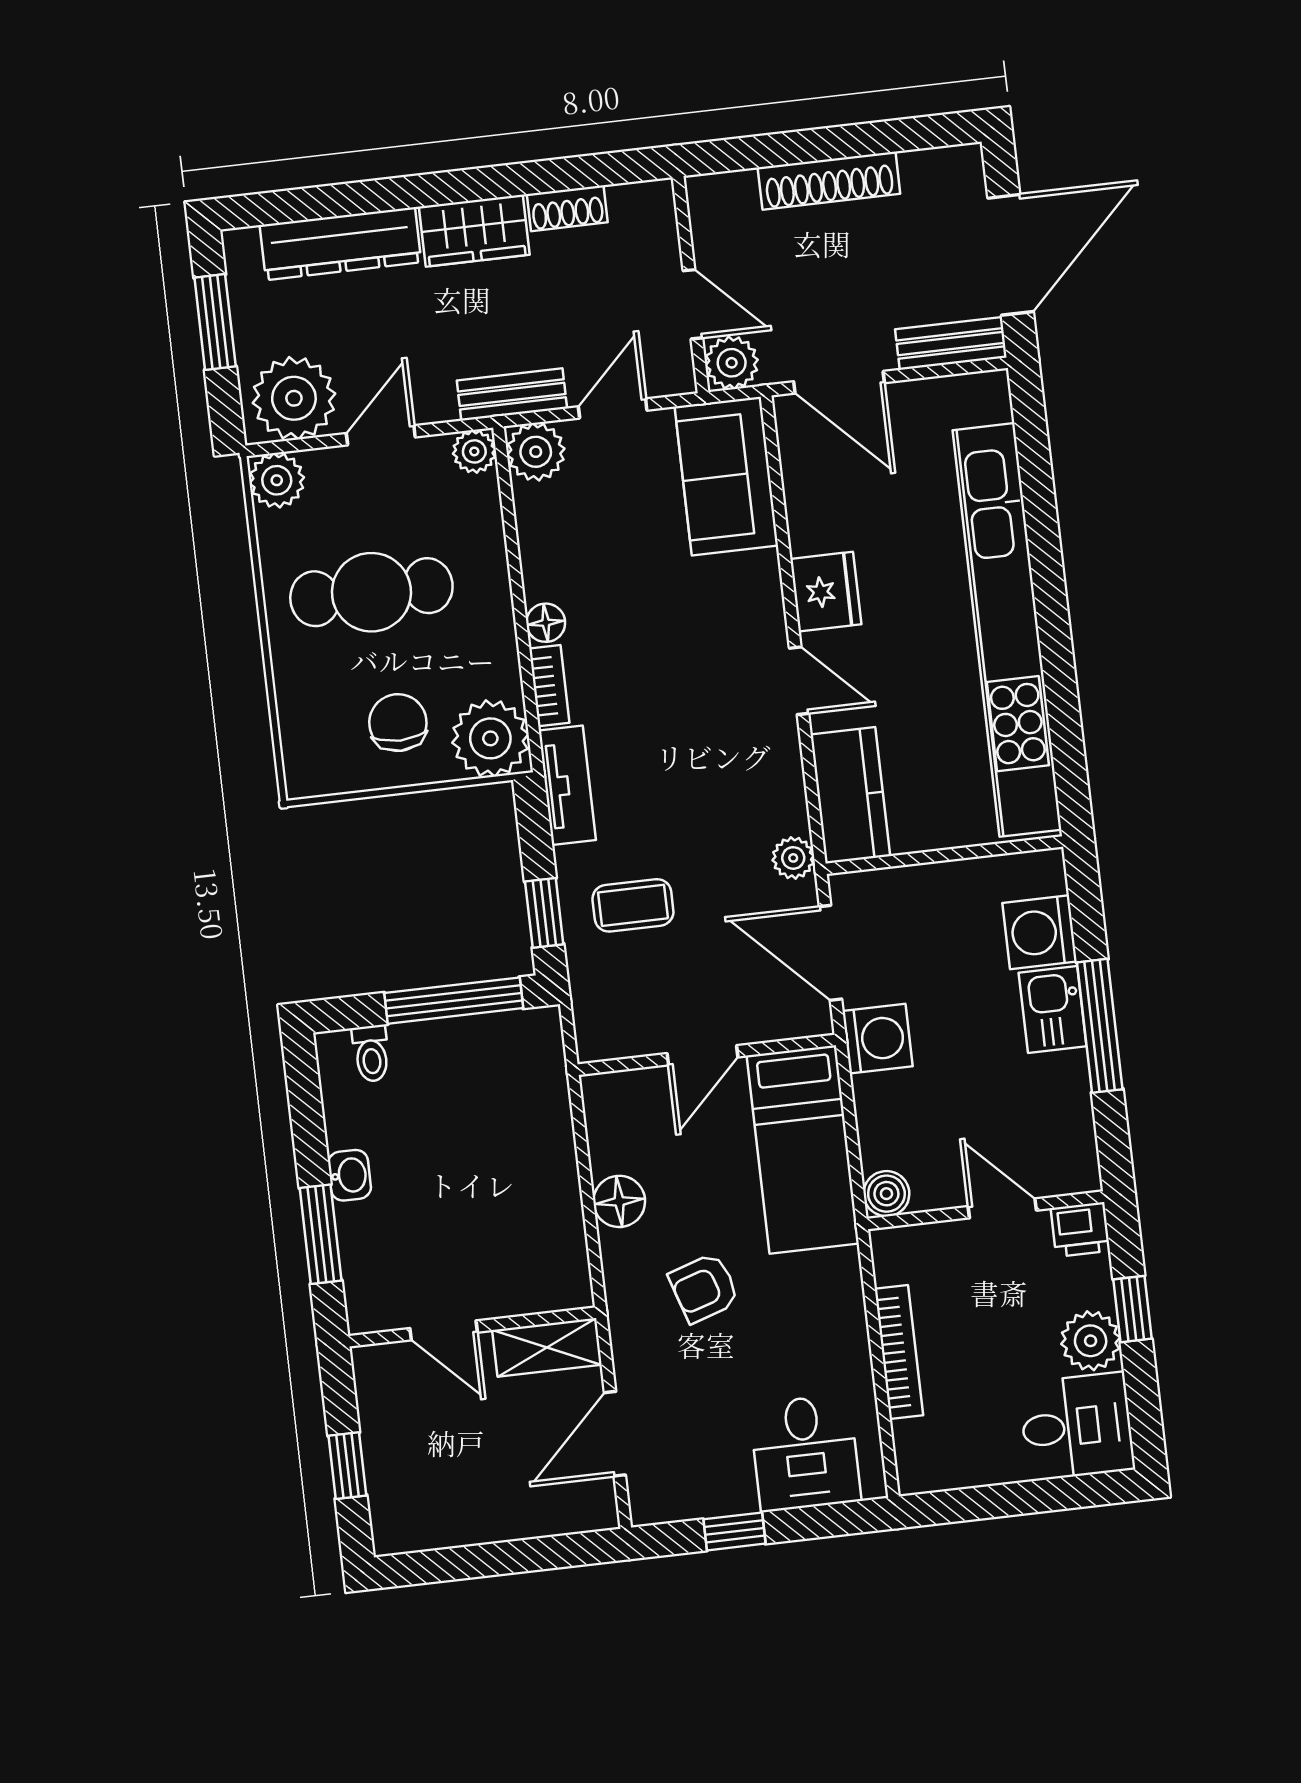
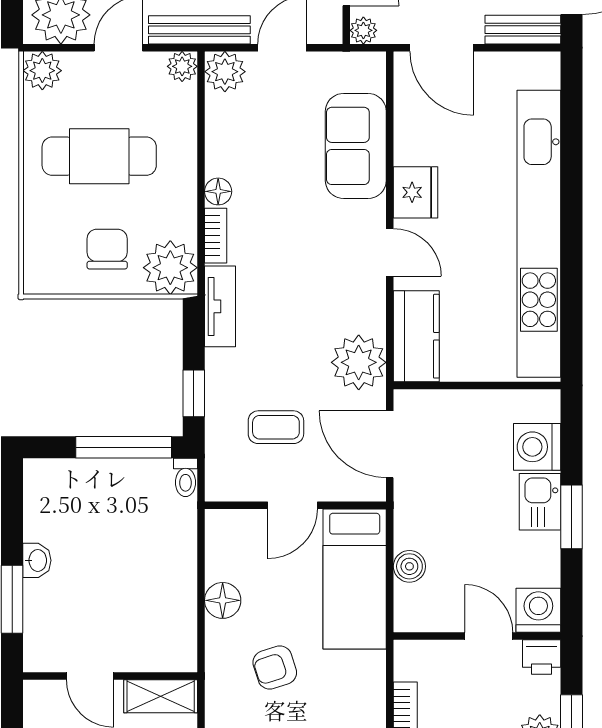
plant: (732, 363) -> (363, 30), width x0.73, depth x0.73
bench: (512, 394) -> (199, 30), width x1.36
sofa: (726, 476) -> (356, 146), moved
plant: (793, 858) -> (359, 362), width x1.87, depth x1.87
coffee table: (633, 905) -> (276, 427), moved
window: (1100, 1026) -> (571, 517), width x0.69
washing machine: (877, 1039) -> (538, 610), moved, turned -90
toilet: (371, 1053) -> (185, 477), moved
boiler: (886, 1194) -> (409, 566), moved

